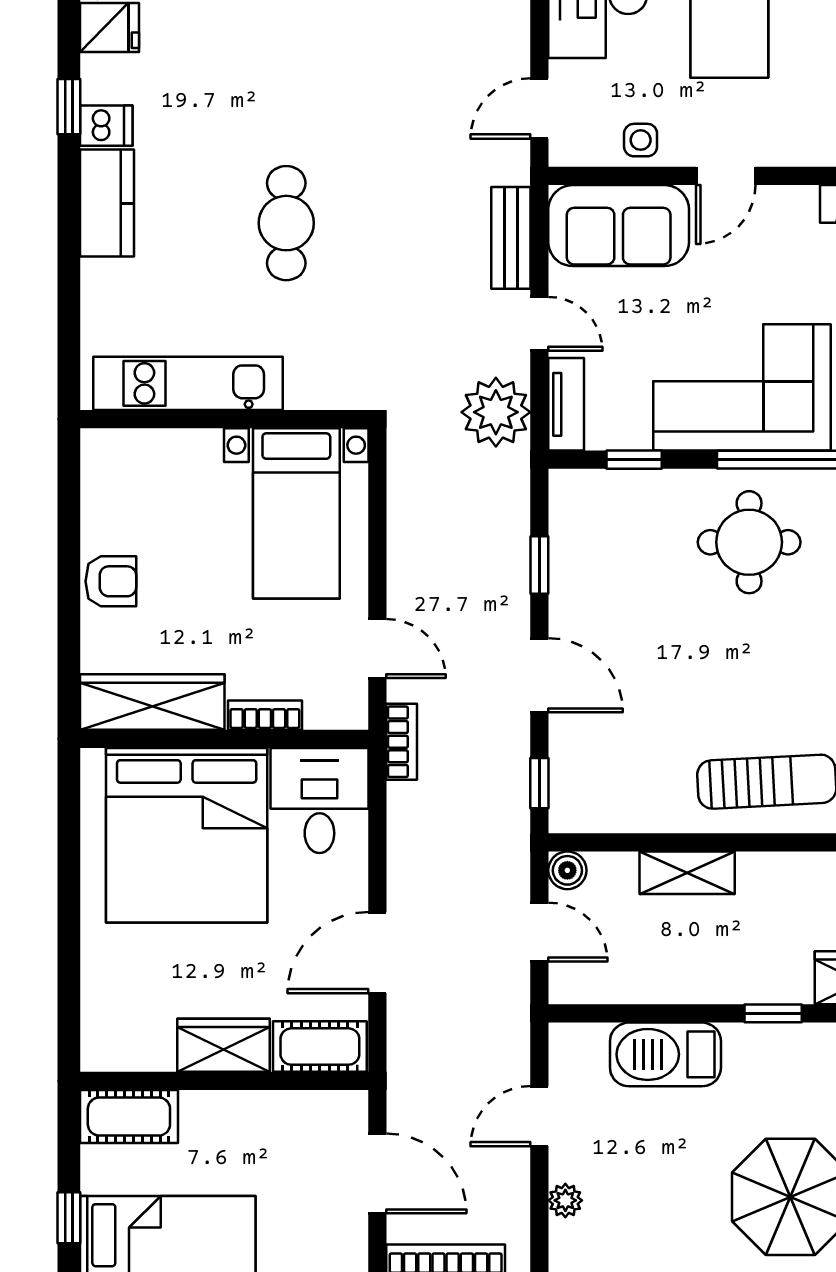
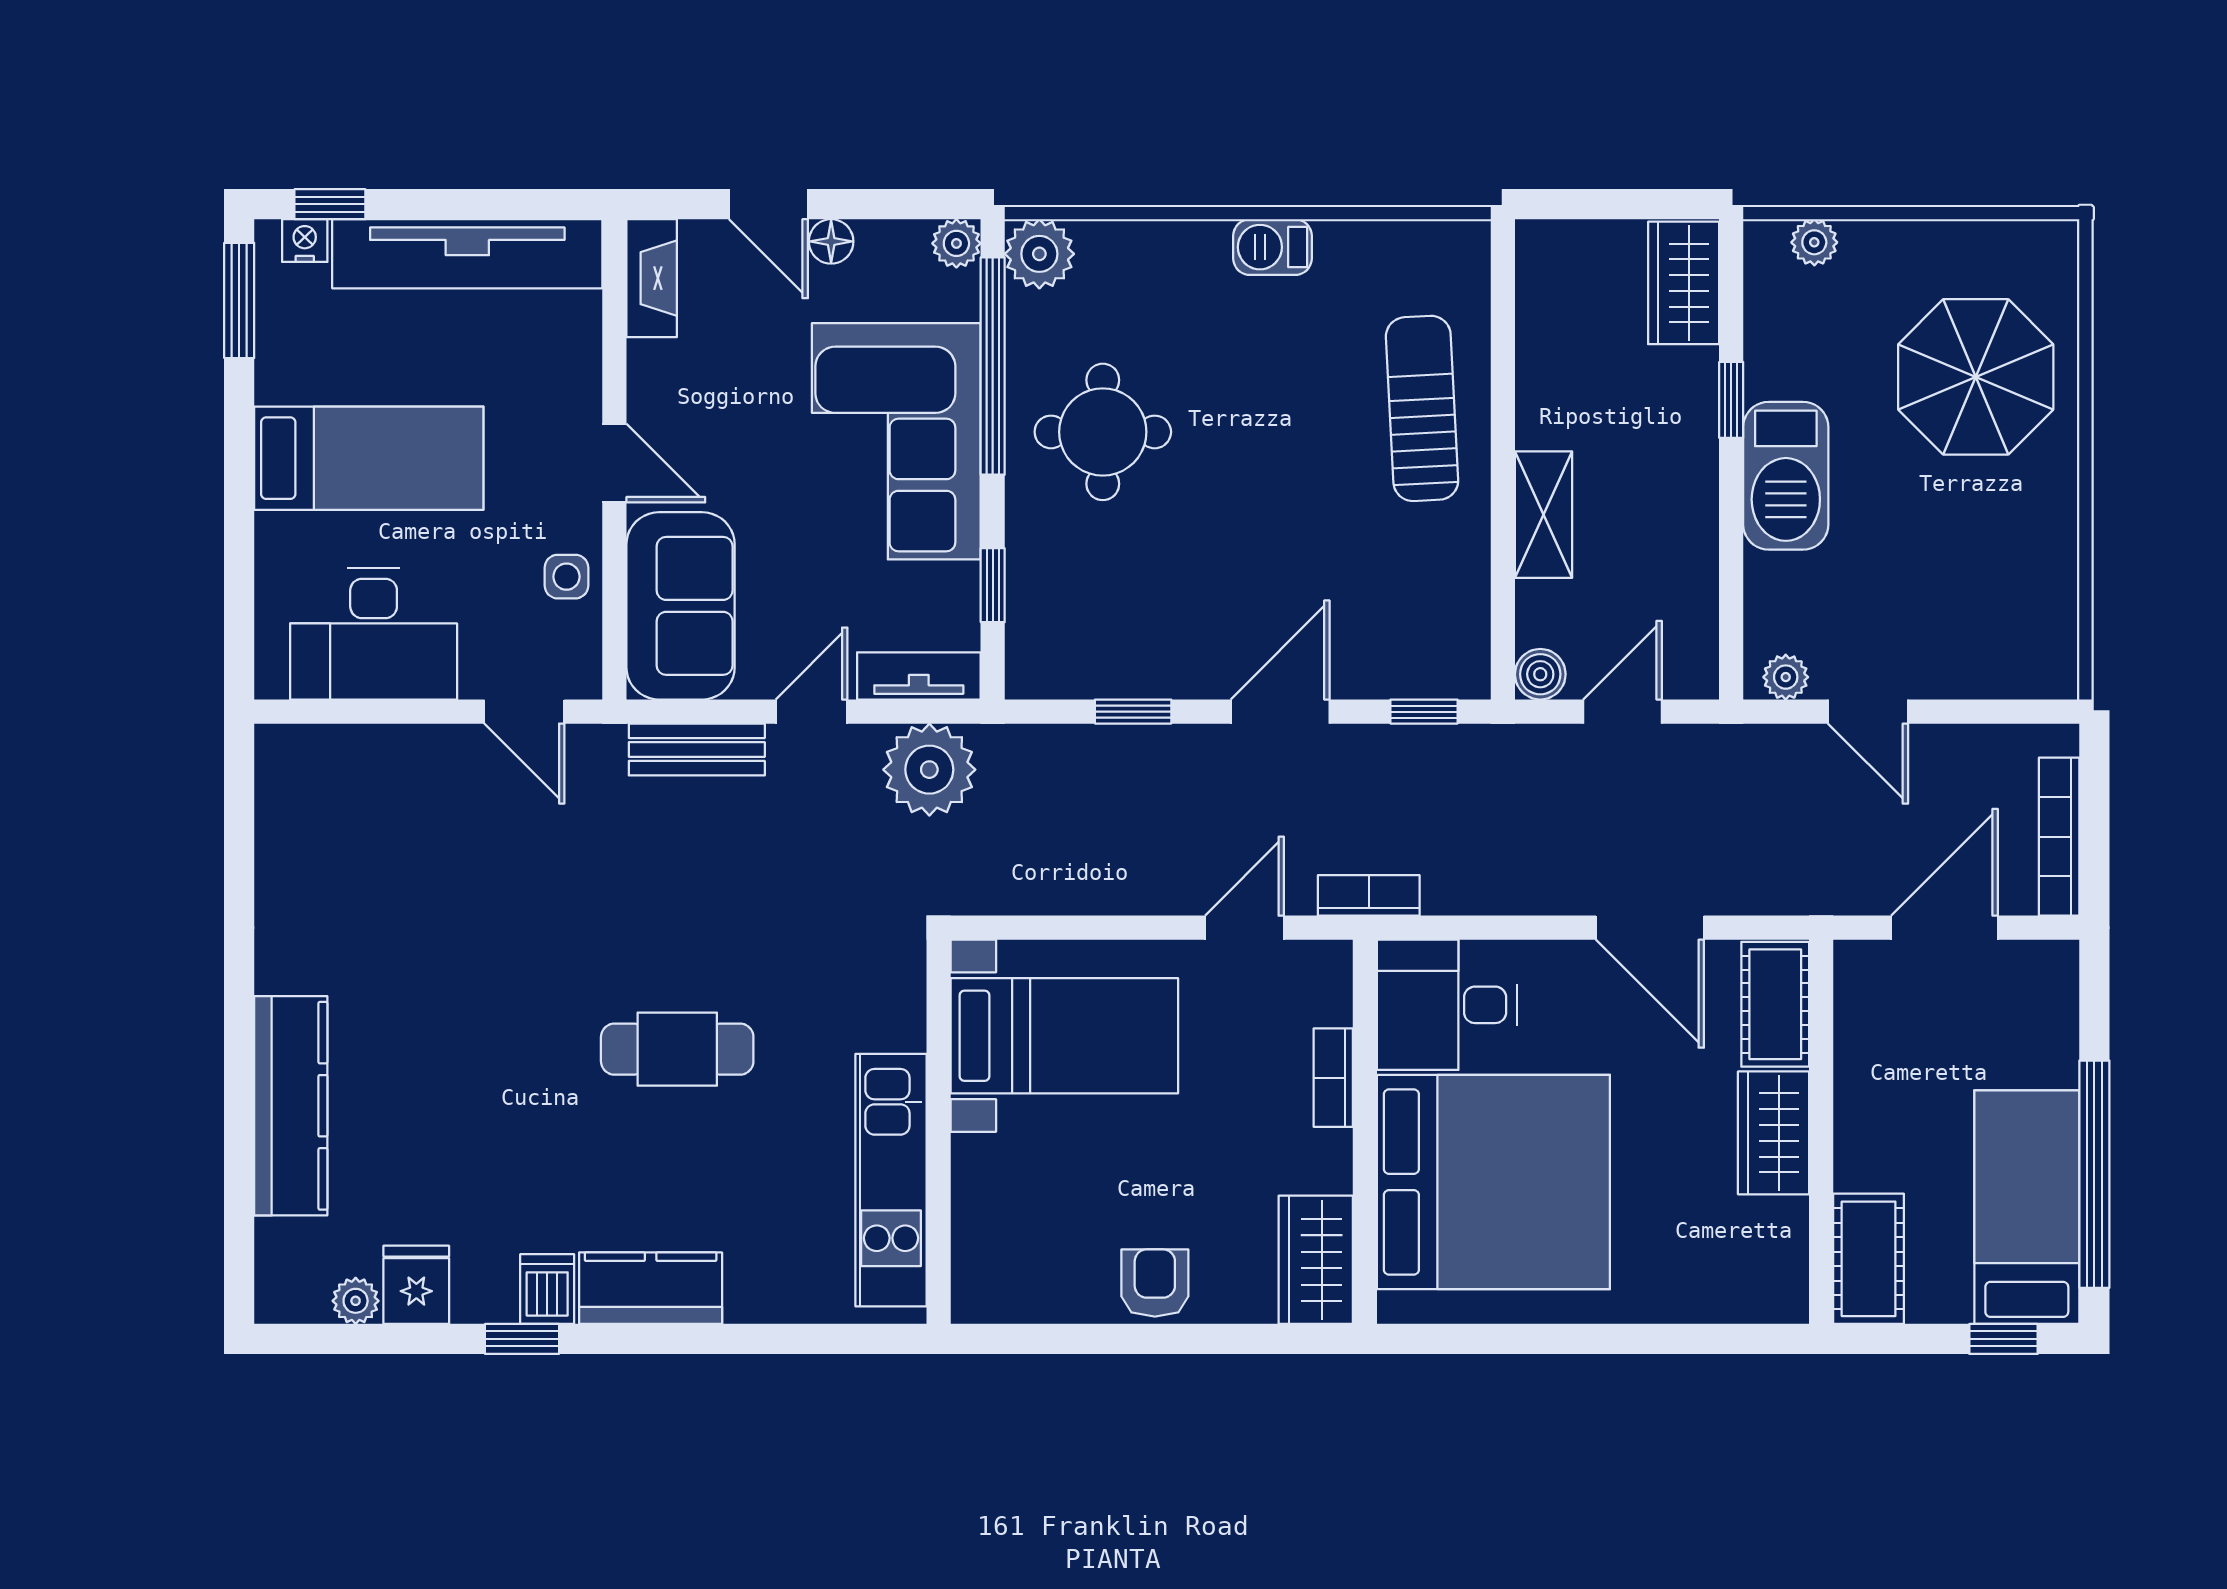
wardrobe: (152, 702) -> (1316, 1260), width x0.67
barbecue: (665, 1054) -> (1786, 476), moved
plant: (565, 1200) -> (1786, 677), moved

